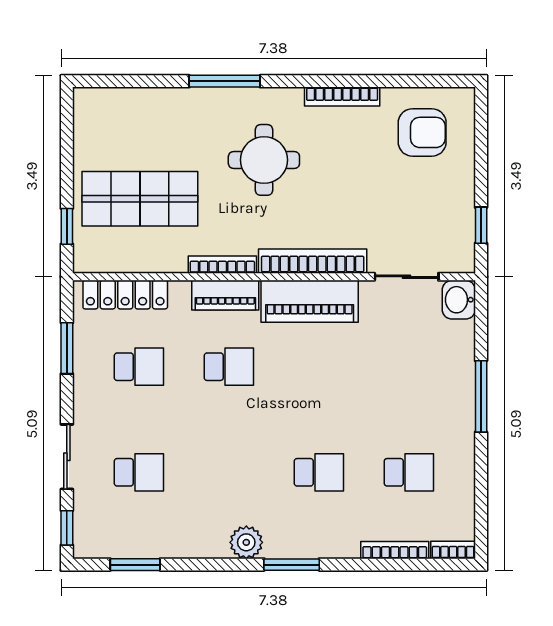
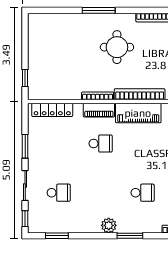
shop shelf: (140, 199) -> (59, 65), removed
window: (67, 348) -> (25, 146), moved
school desk: (139, 367) -> (59, 144), removed

